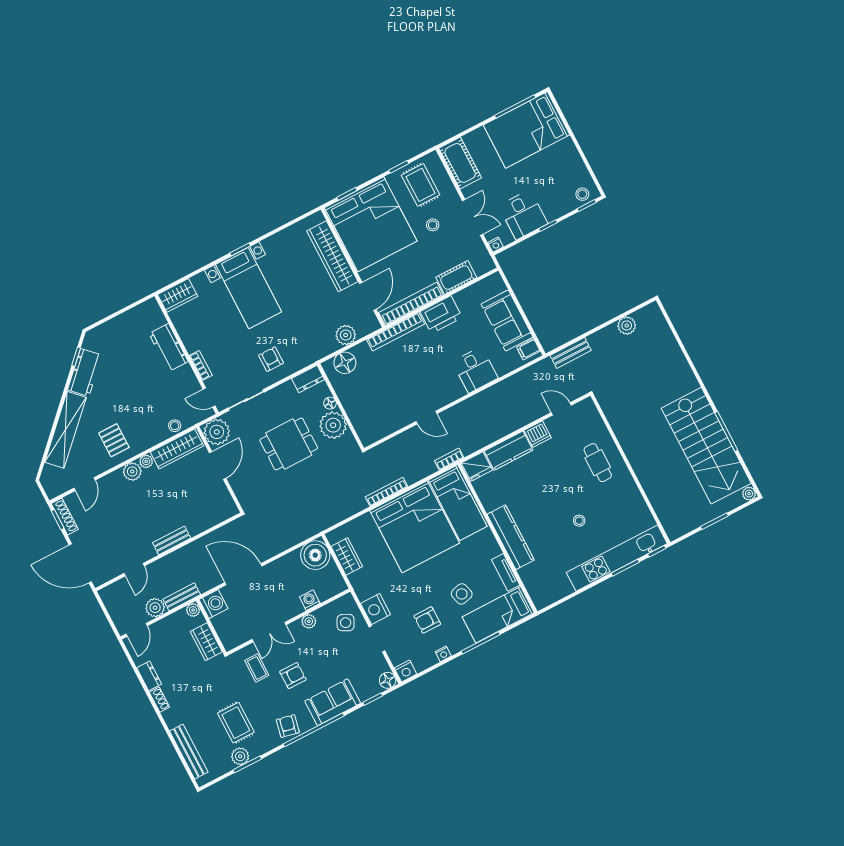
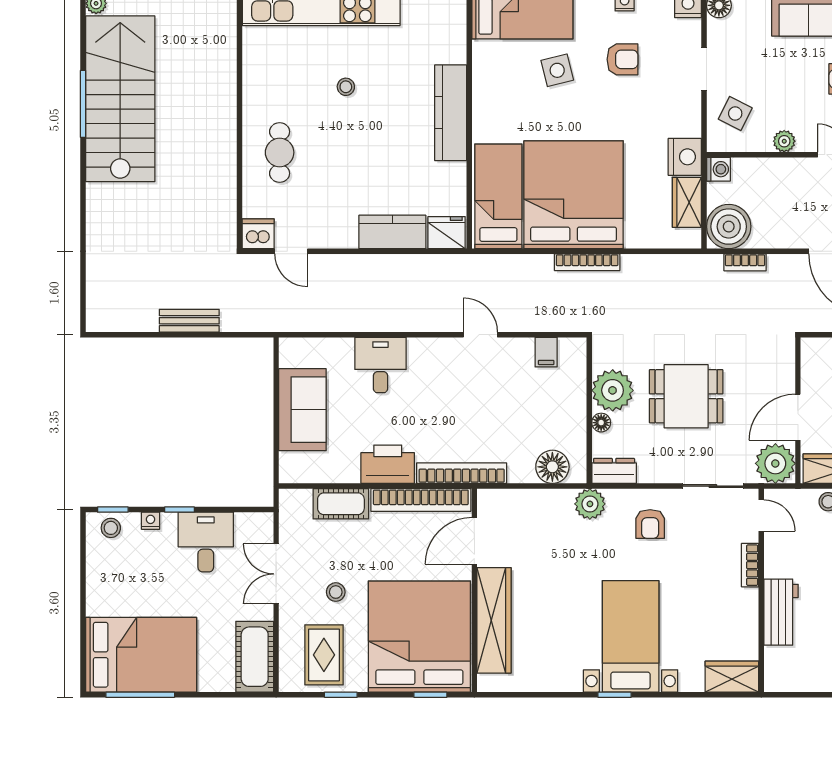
nightstand: (495, 245) -> (151, 521), moved
plant: (627, 326) -> (143, 318), removed
plant: (346, 335) -> (590, 504), moved
filing cabinet: (528, 349) -> (546, 352), moved, turned 90
bench: (571, 353) -> (189, 321), moved
dishwasher: (538, 434) -> (258, 234), moved
bookcase: (449, 459) -> (745, 262), moved
tv unit: (506, 572) -> (482, 68), removed
washing machine: (310, 600) -> (718, 169), moved, turned -90
nightstand: (376, 609) -> (685, 157), moved

